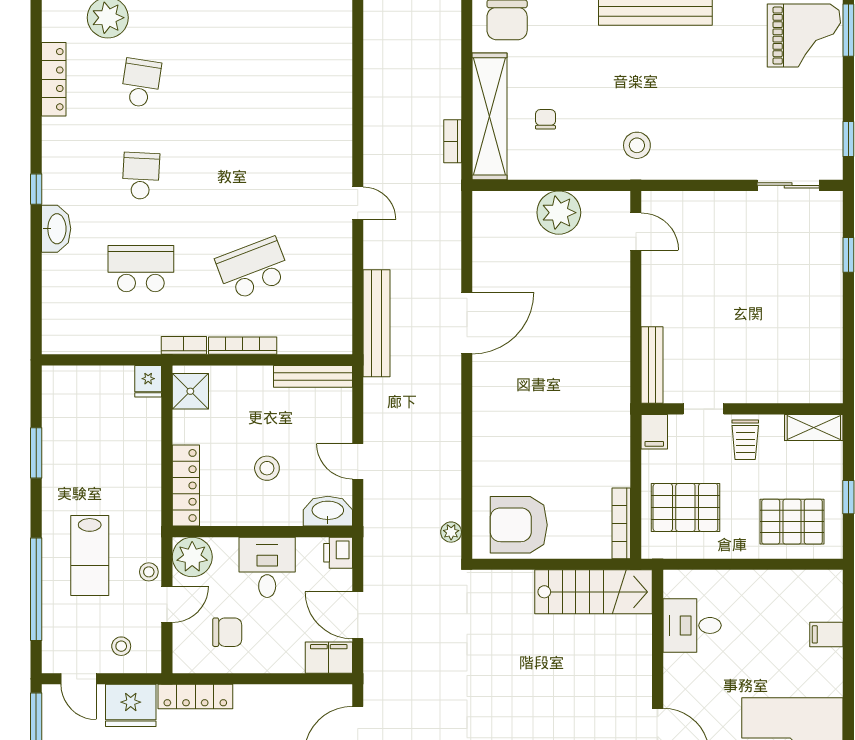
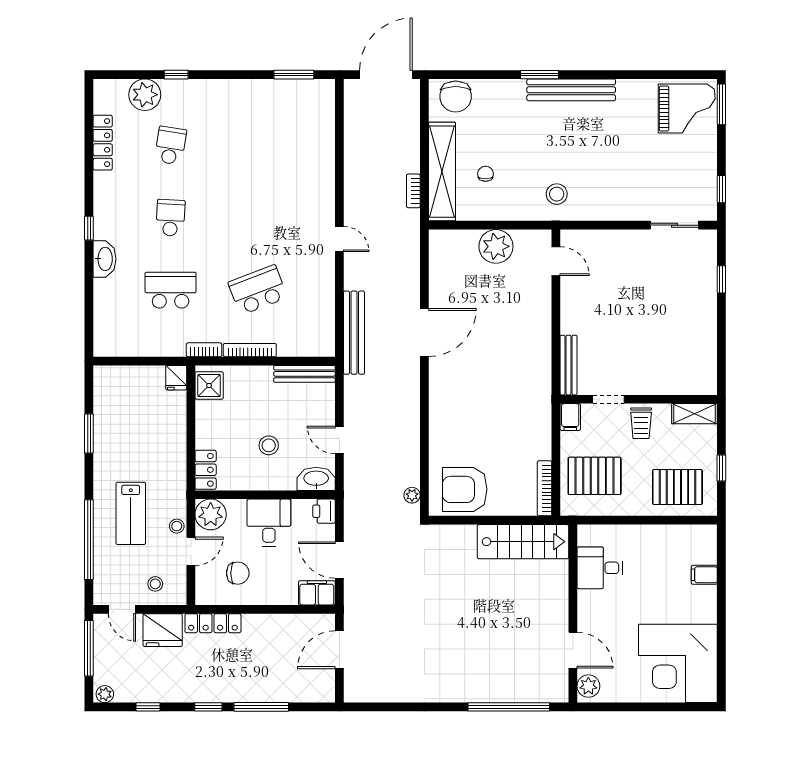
locker: (186, 485) -> (206, 470), width x0.66

